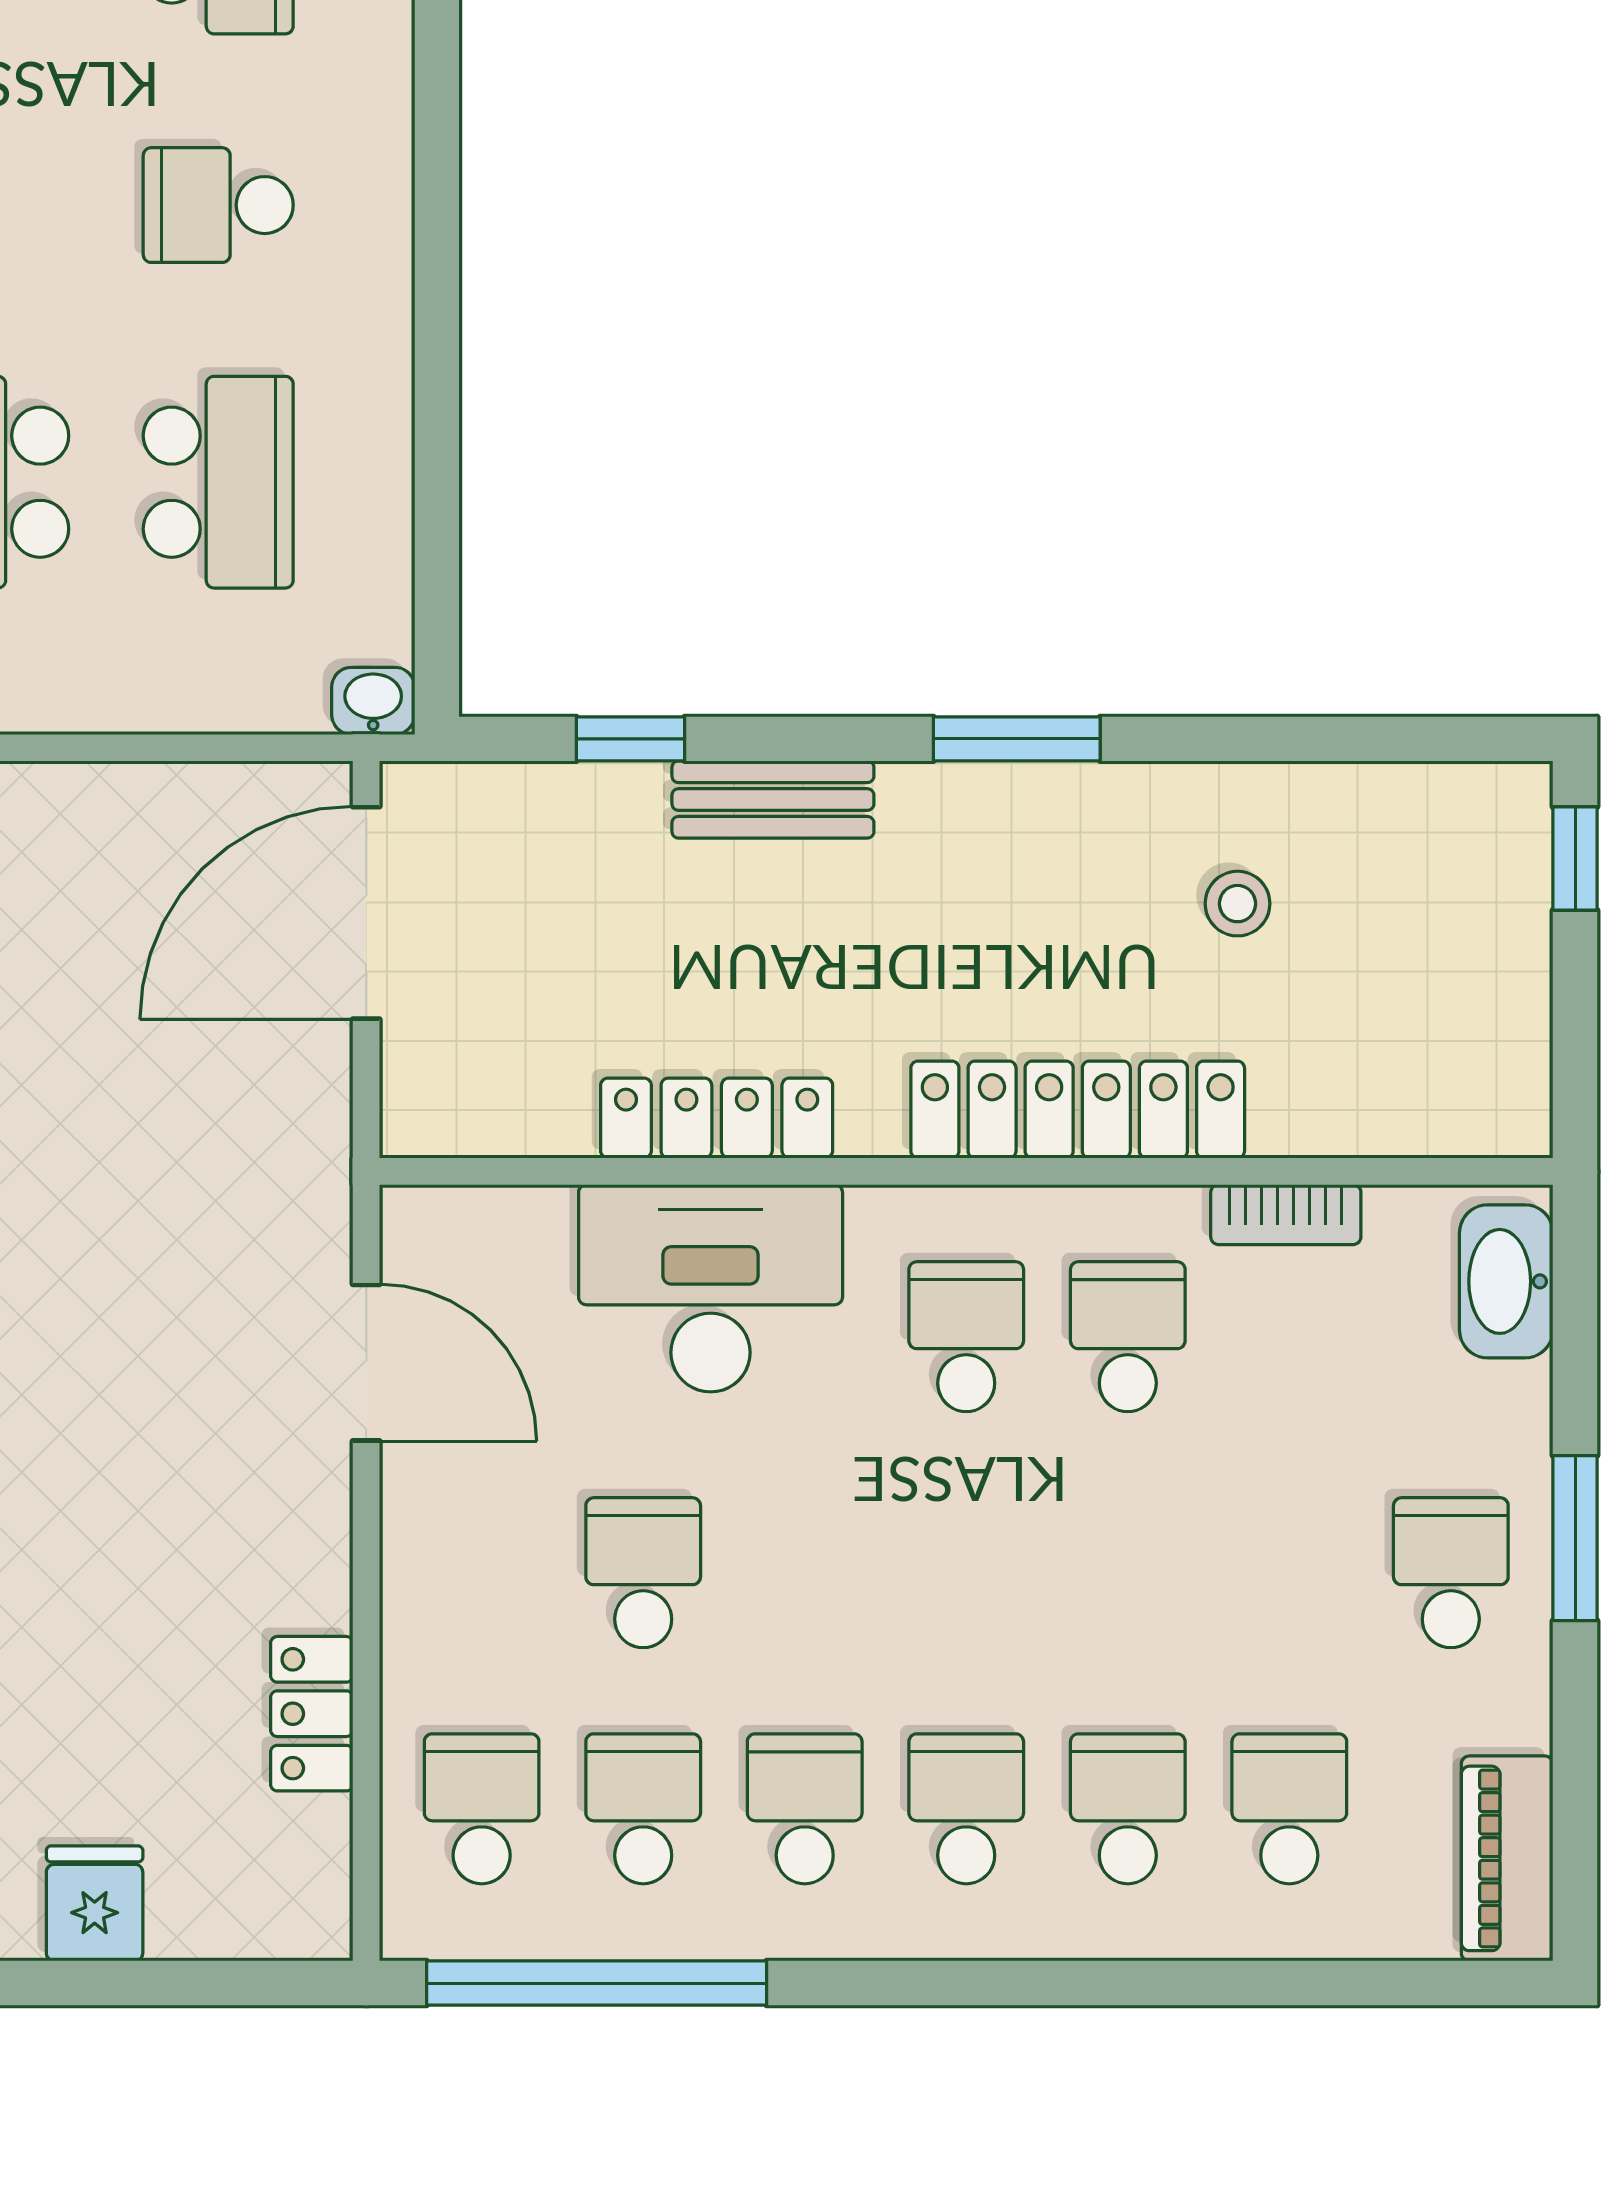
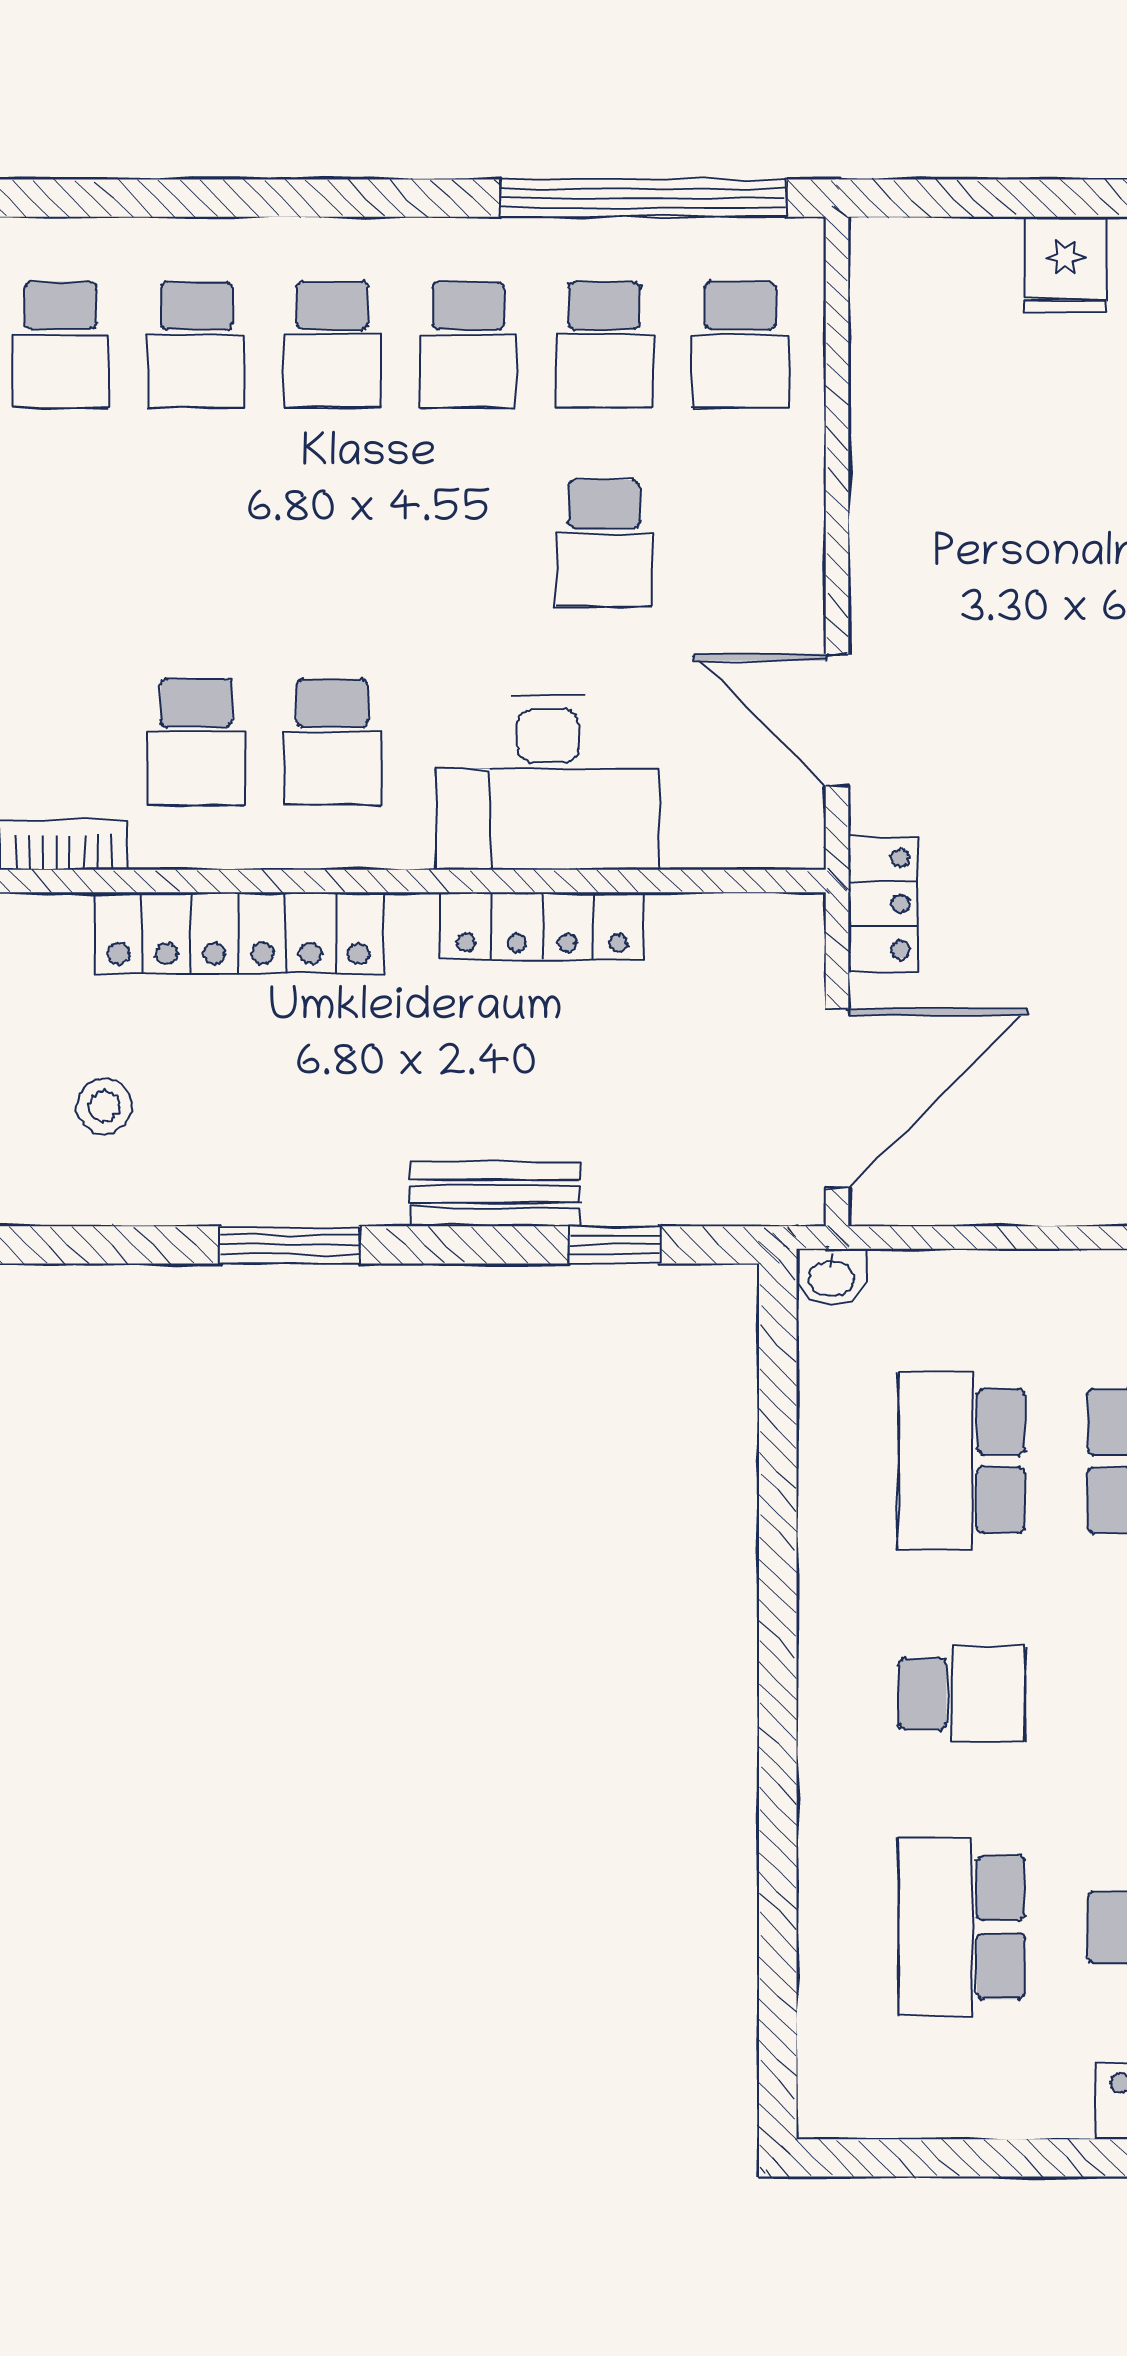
locker: (312, 1714) -> (883, 904), moved

